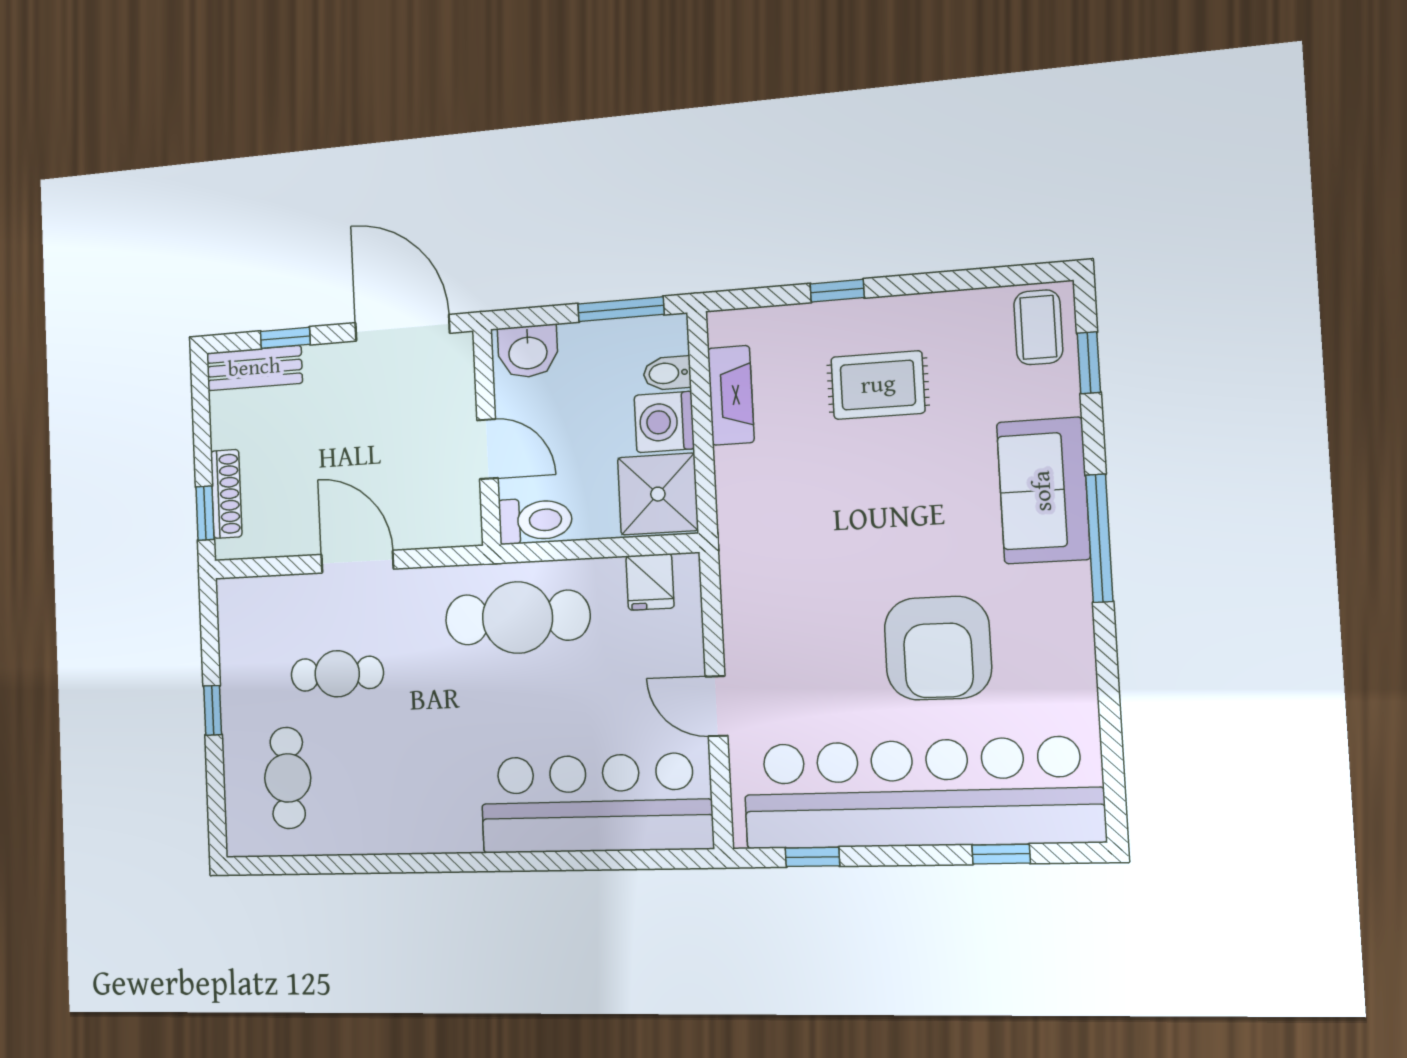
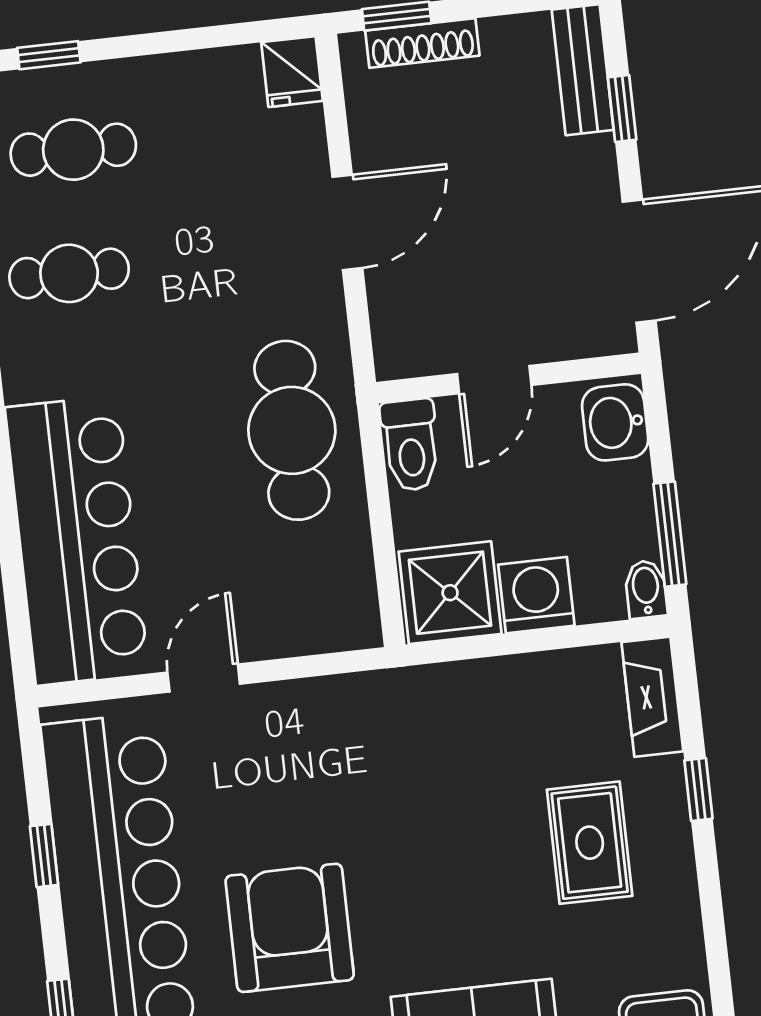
bidet: (667, 373) -> (646, 589), moved
fireplace: (731, 395) -> (652, 697), moved, turned 90
fridge: (650, 582) -> (292, 72), moved, turned -90
armchair: (938, 648) -> (290, 928), turned 90
cafe table: (337, 674) -> (69, 273), moved, turned 90
window: (213, 710) -> (49, 55), moved
window: (812, 857) -> (44, 856), moved

